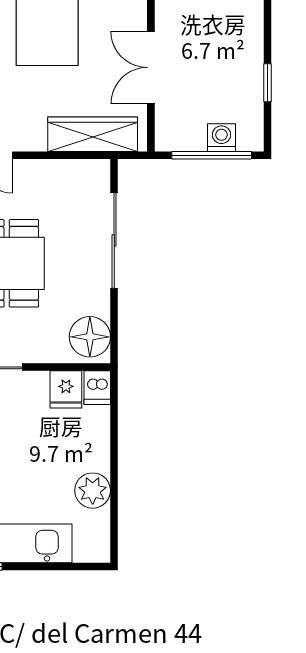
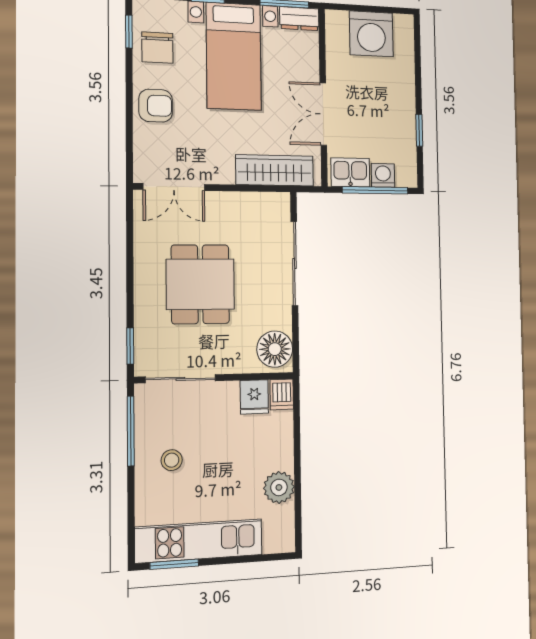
kitchen sink: (182, 135) -> (350, 172), added

